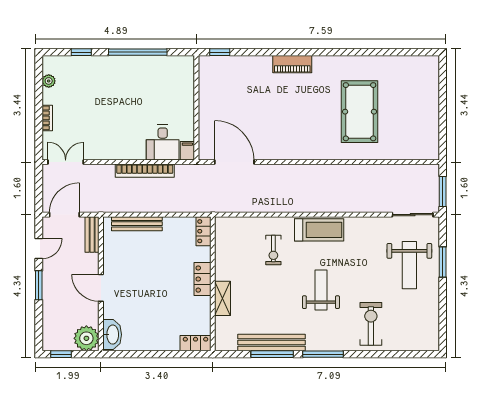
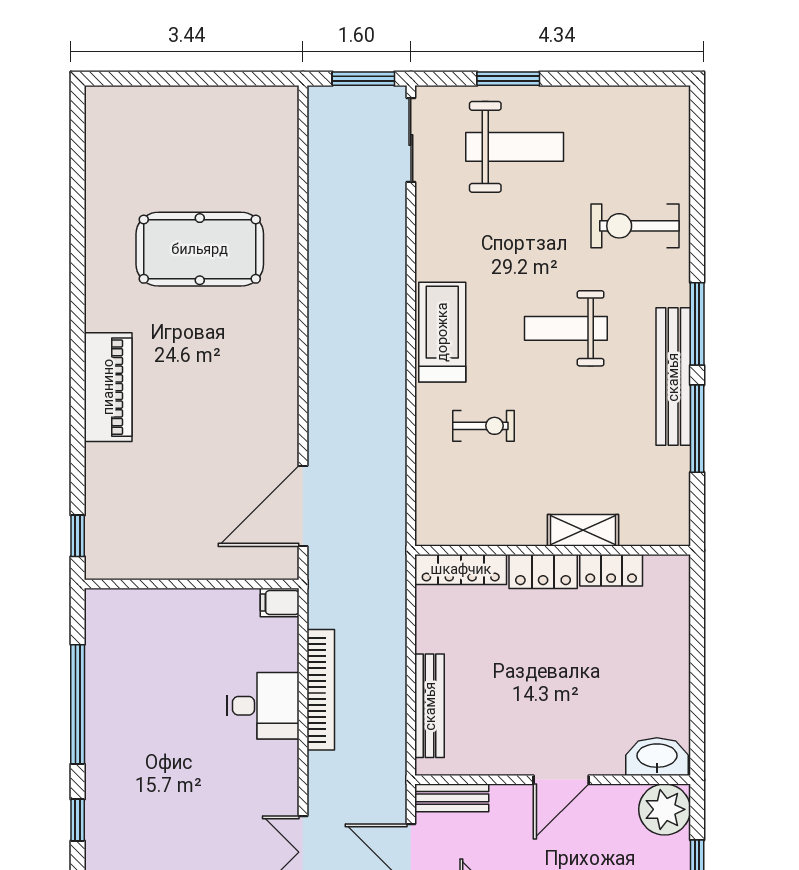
piano: (292, 64) -> (108, 387), width x1.37, depth x1.33
desk: (163, 142) -> (263, 706), moved
locker: (203, 231) -> (461, 569), width x1.53
bench: (272, 342) -> (673, 377), moved
locker: (195, 343) -> (611, 570), moved, turned -90

